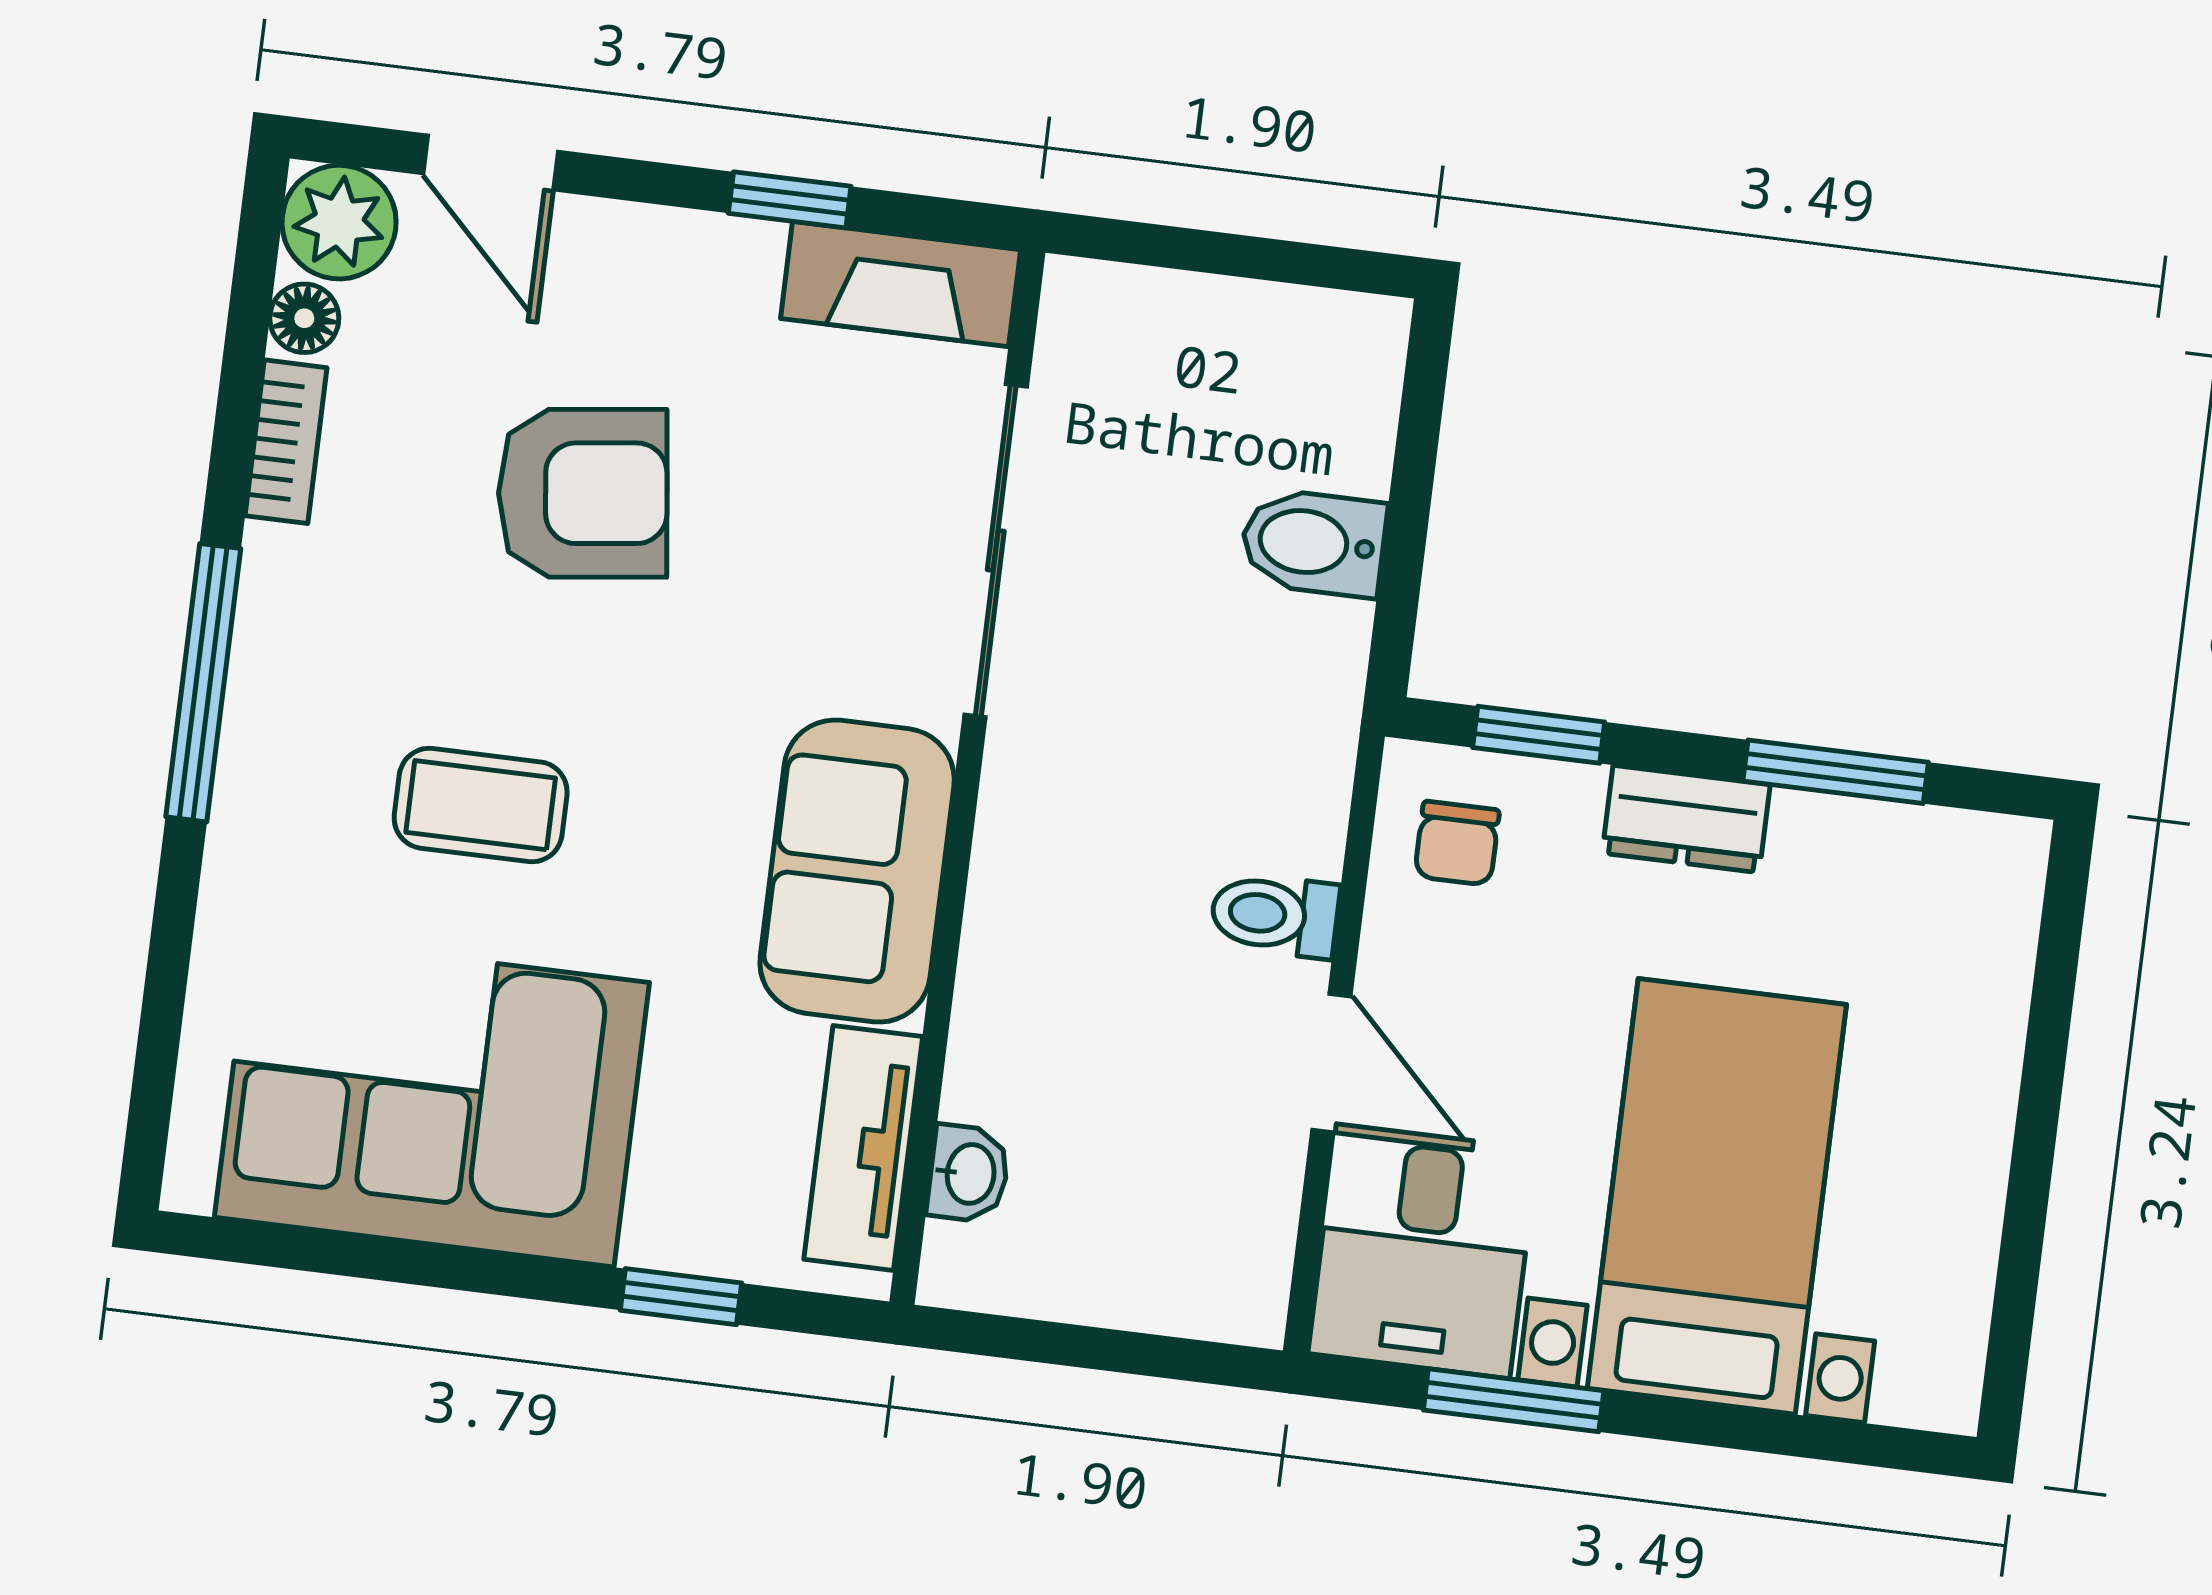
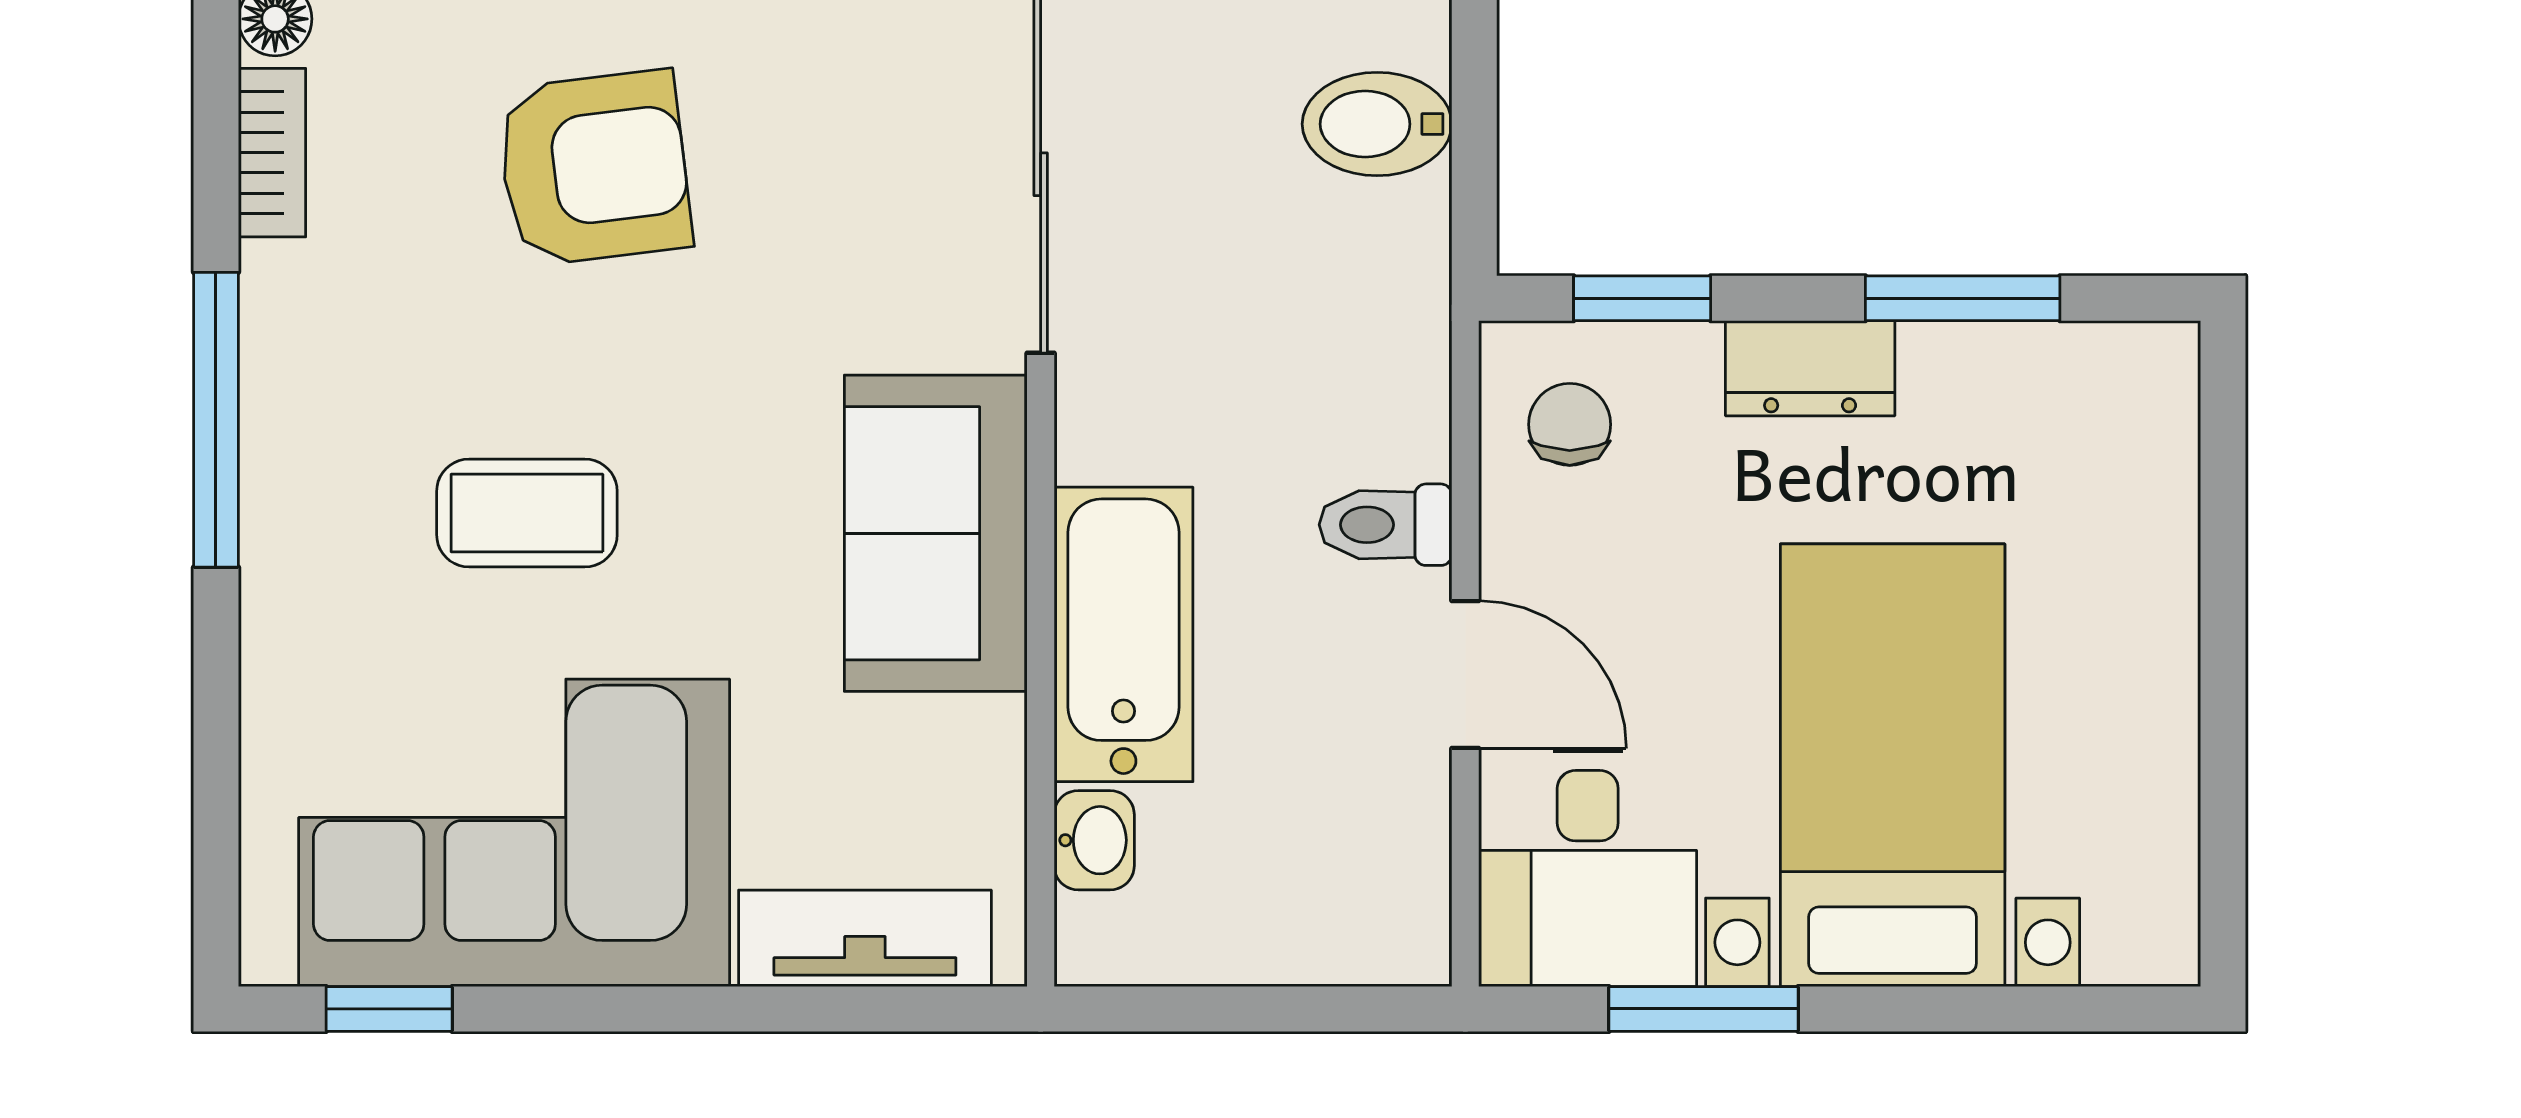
chair: (1457, 843) -> (1570, 424), turned 180
bathtub: (1019, 986) -> (1123, 634), added
tv unit: (863, 1148) -> (865, 938), moved, turned 90
window: (681, 1297) -> (389, 1009), moved

